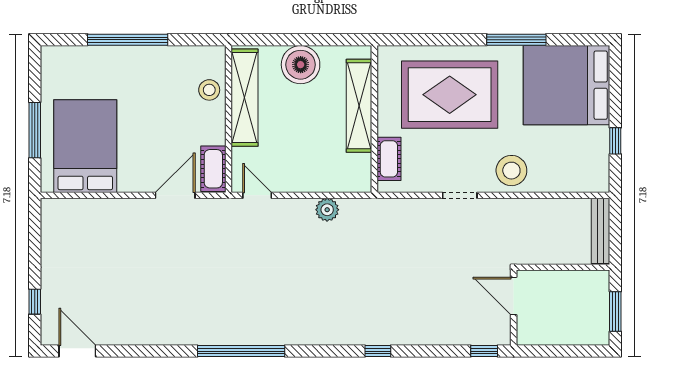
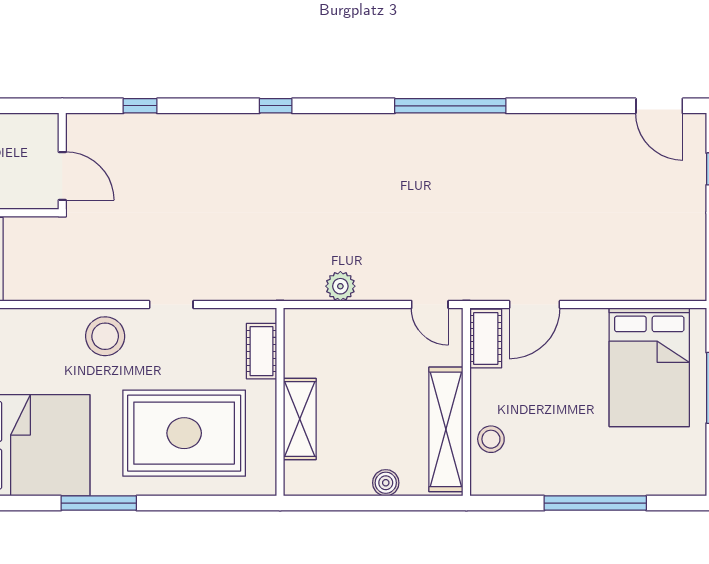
boiler: (301, 65) -> (386, 483), width x0.54, depth x0.54
shelving: (359, 106) -> (300, 419), width x0.68
door: (514, 296) -> (62, 176), moved
wall: (514, 308) -> (62, 161), moved

